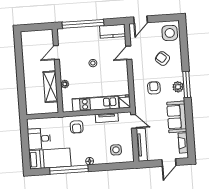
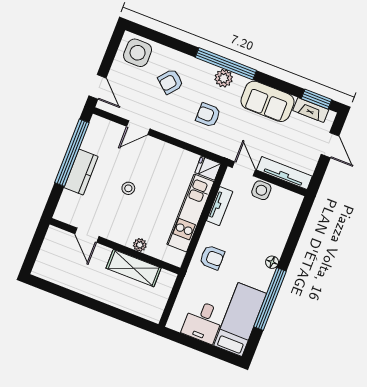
window: (83, 24) -> (72, 153), moved
kitchen counter: (113, 31) -> (81, 172), moved
door: (129, 53) -> (138, 128), hinge flipped
window: (187, 84) -> (226, 64), width x1.46
door: (134, 121) -> (244, 169), hinge flipped
window: (191, 143) -> (317, 99), added
side table: (116, 150) -> (261, 190), moved

